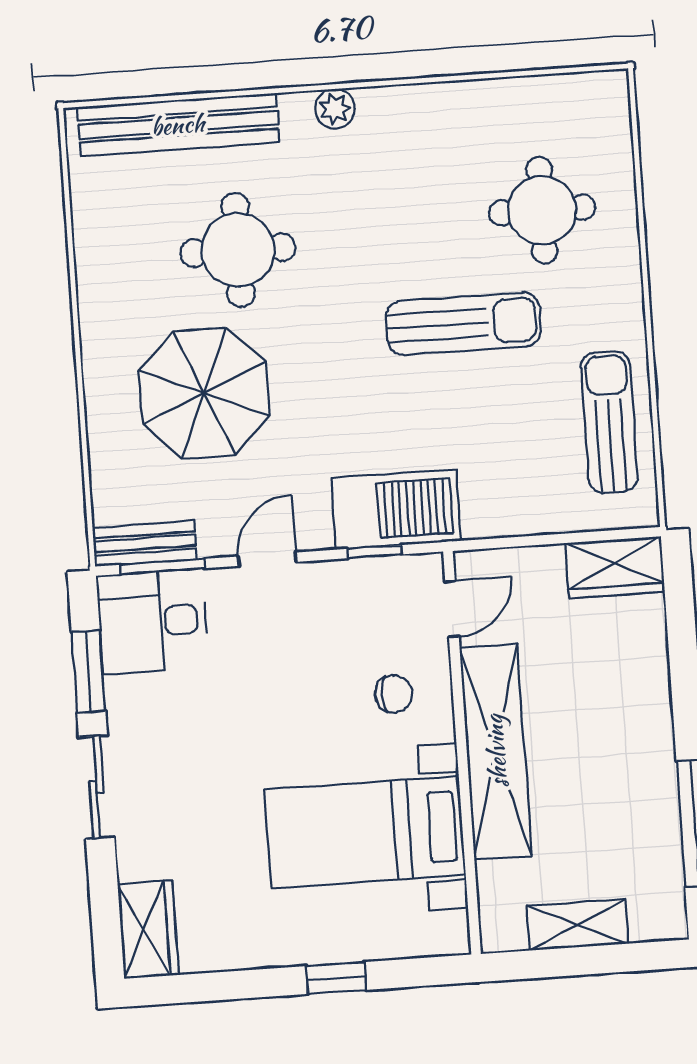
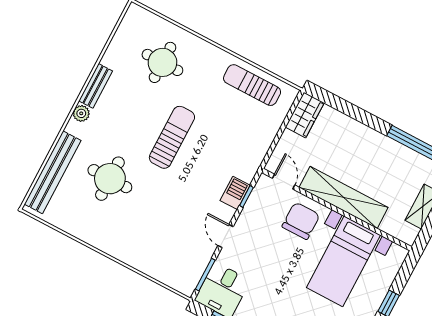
sun lounger: (463, 324) -> (172, 137), moved
parasol: (204, 393) -> (153, 222), removed
barbecue: (396, 509) -> (235, 193), width x0.53, depth x0.65
bench: (145, 544) -> (96, 86), moved
chair: (394, 694) -> (301, 221), width x1.87, depth x1.87

